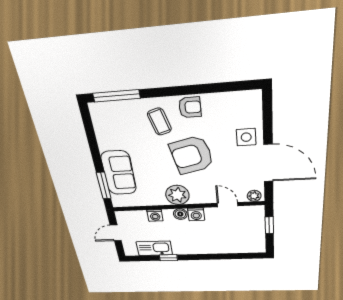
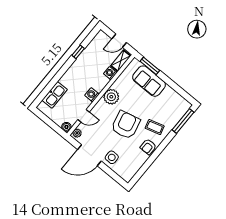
boiler: (180, 214) -> (66, 127), moved
shelving: (132, 216) -> (121, 61), added
window: (269, 225) -> (52, 125), removed
door: (116, 233) -> (119, 41), swing flipped
kitchen sink: (154, 248) -> (55, 95), moved

